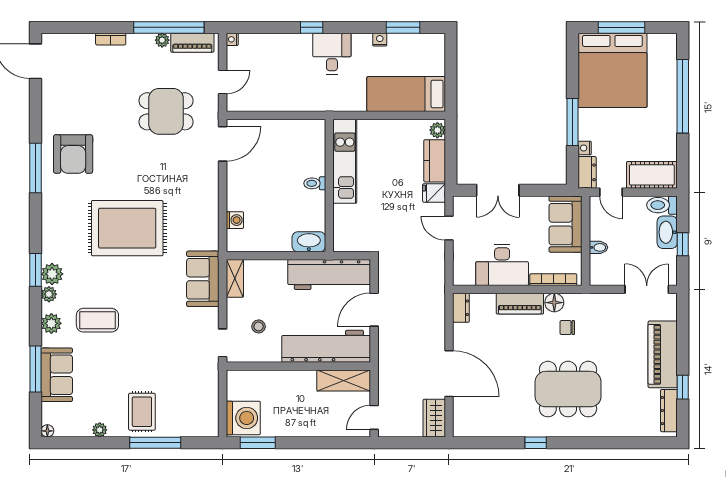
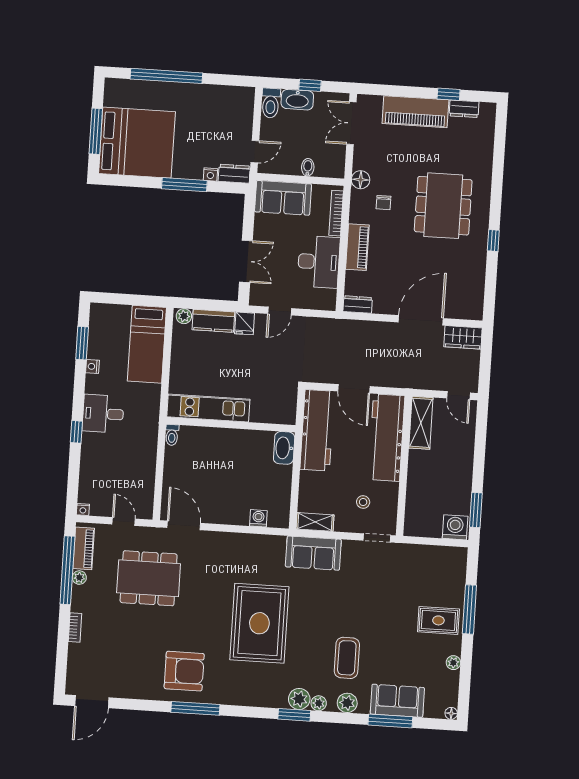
dining table: (166, 111) -> (149, 578), width x1.37
cot: (652, 175) -> (241, 111), removed
toilet: (315, 183) -> (172, 435), moved
floor lamp: (554, 303) -> (361, 180), moved
dresser: (669, 411) -> (464, 109), width x0.70
washing machine: (243, 418) -> (455, 527), width x0.73, depth x0.73

